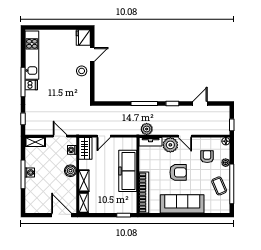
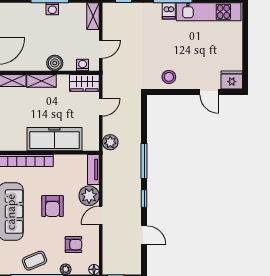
stool: (82, 71) -> (169, 77), moved
plant: (147, 129) -> (110, 142), moved
door: (104, 136) -> (101, 107), swing flipped

